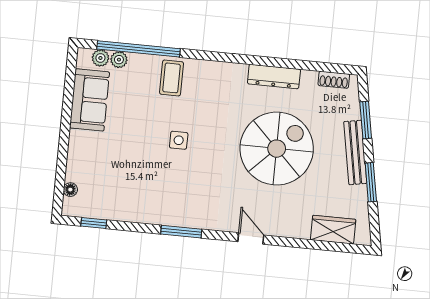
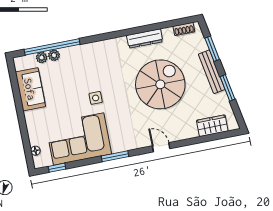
plant: (100, 58) -> (54, 55), moved
coffee table: (172, 78) -> (79, 59), removed
corner sofa: (137, 191) -> (79, 139), added

